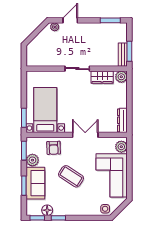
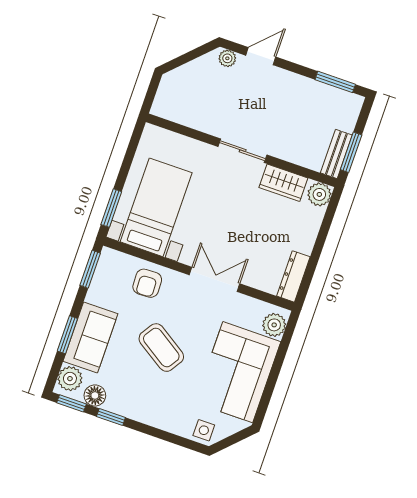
plant: (32, 160) -> (70, 379), moved

